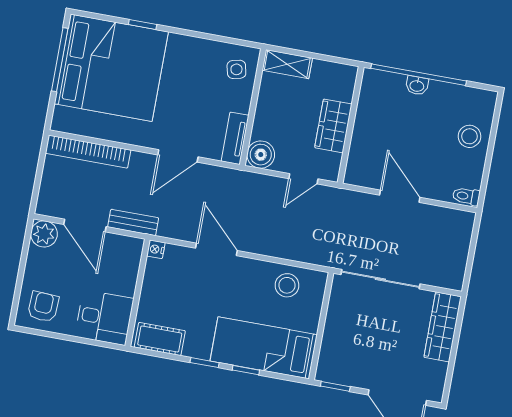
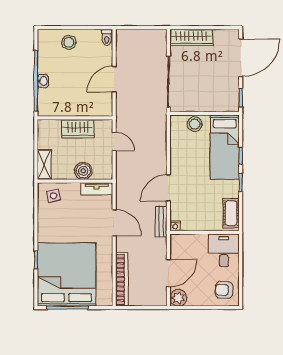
boiler: (261, 155) -> (83, 171), moved
bench: (133, 222) -> (161, 222), moved
stool: (287, 285) -> (195, 124), moved

